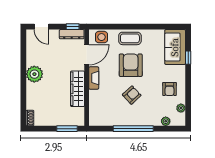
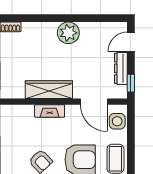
dresser: (72, 34) -> (121, 68), moved
fireplace: (94, 78) -> (50, 111), moved

